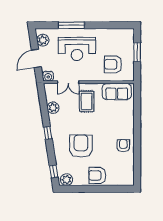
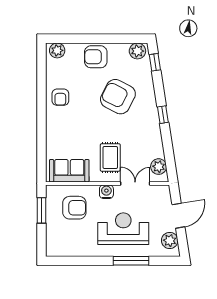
window: (137, 52) -> (42, 210), moved
water cooler: (48, 76) -> (106, 192), moved
plant: (53, 108) -> (159, 167), moved
armchair: (81, 146) -> (118, 97), turned 117
armchair: (97, 175) -> (96, 57), turned 180
plant: (126, 180) -> (57, 50), added

